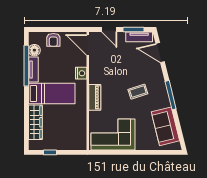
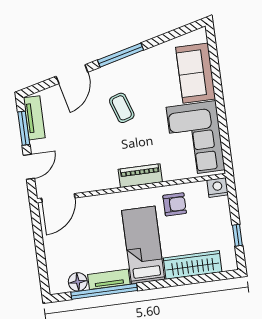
armchair: (53, 40) -> (175, 204), moved
door: (160, 53) -> (72, 74), moved
nightstand: (81, 73) -> (218, 187), moved
sofa: (165, 126) -> (196, 73), moved, turned 104

